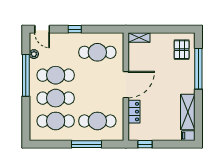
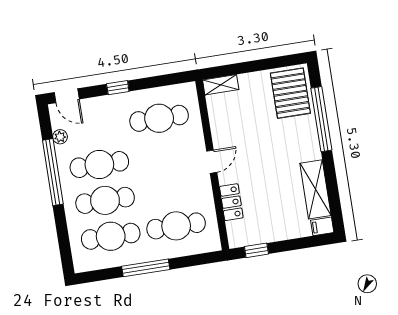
pallet: (182, 50) -> (290, 93), width x1.50, depth x1.42
door: (126, 85) -> (212, 162), width x0.53
window: (87, 144) -> (146, 268), moved

